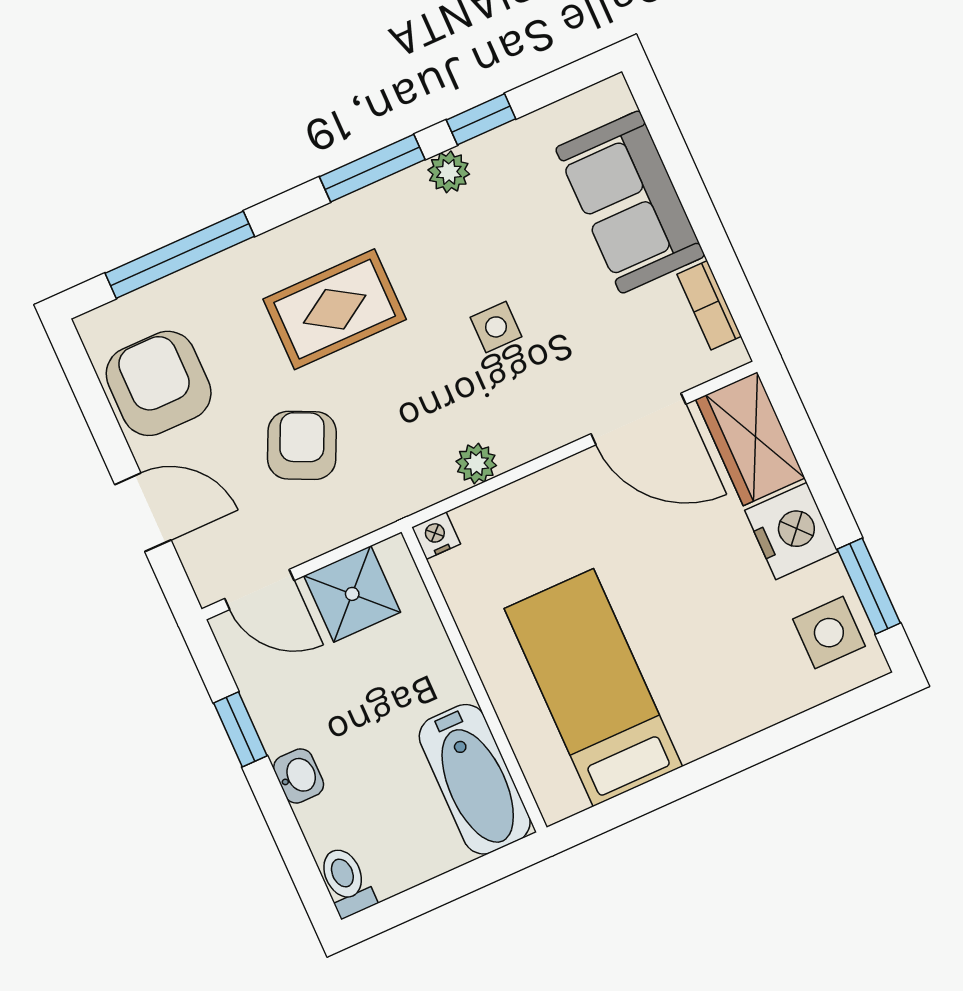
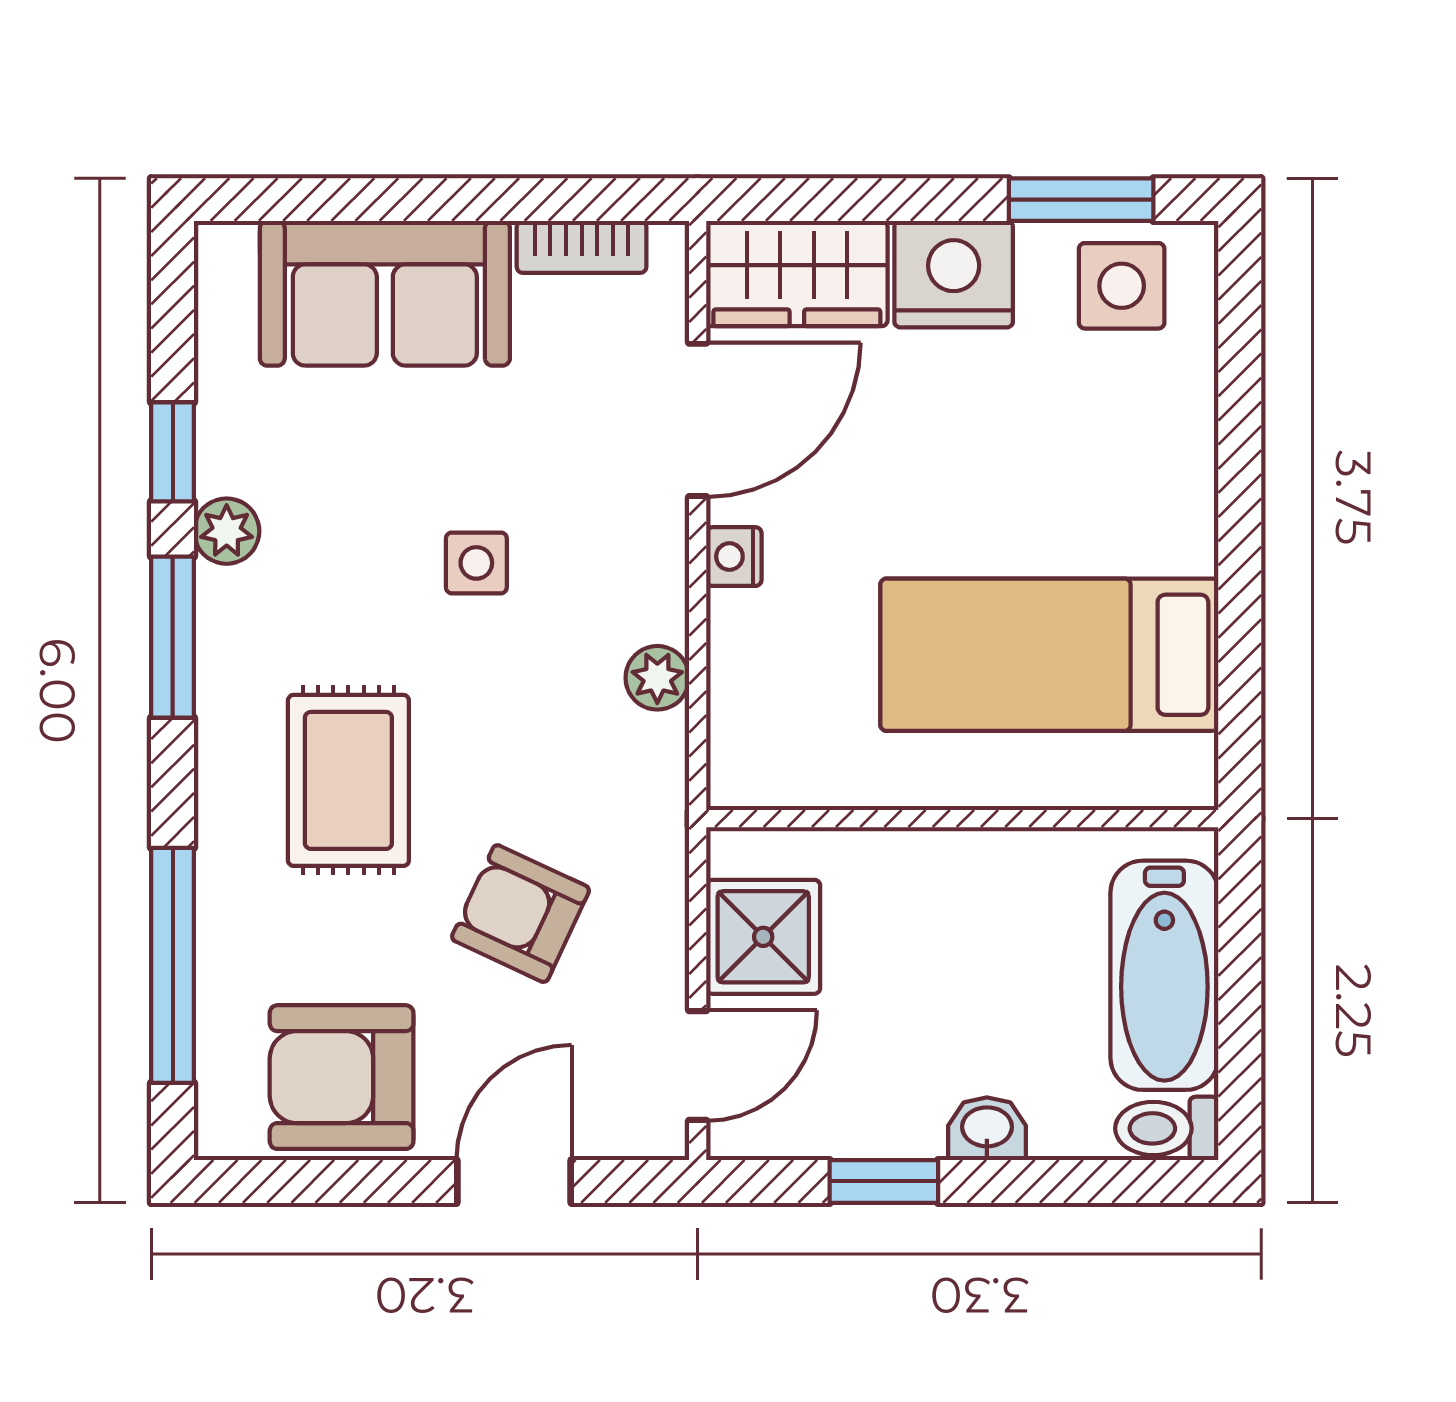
nightstand: (436, 536) -> (734, 557), moved
bathtub: (475, 779) -> (1164, 975), moved, turned 90

